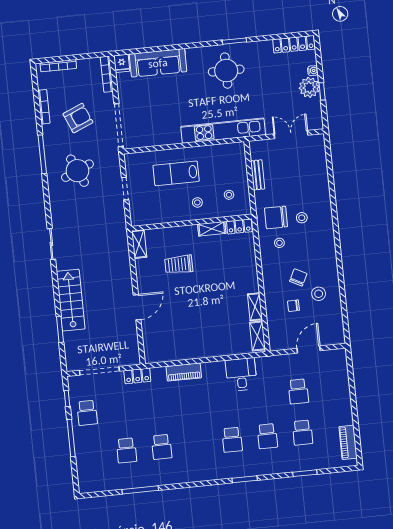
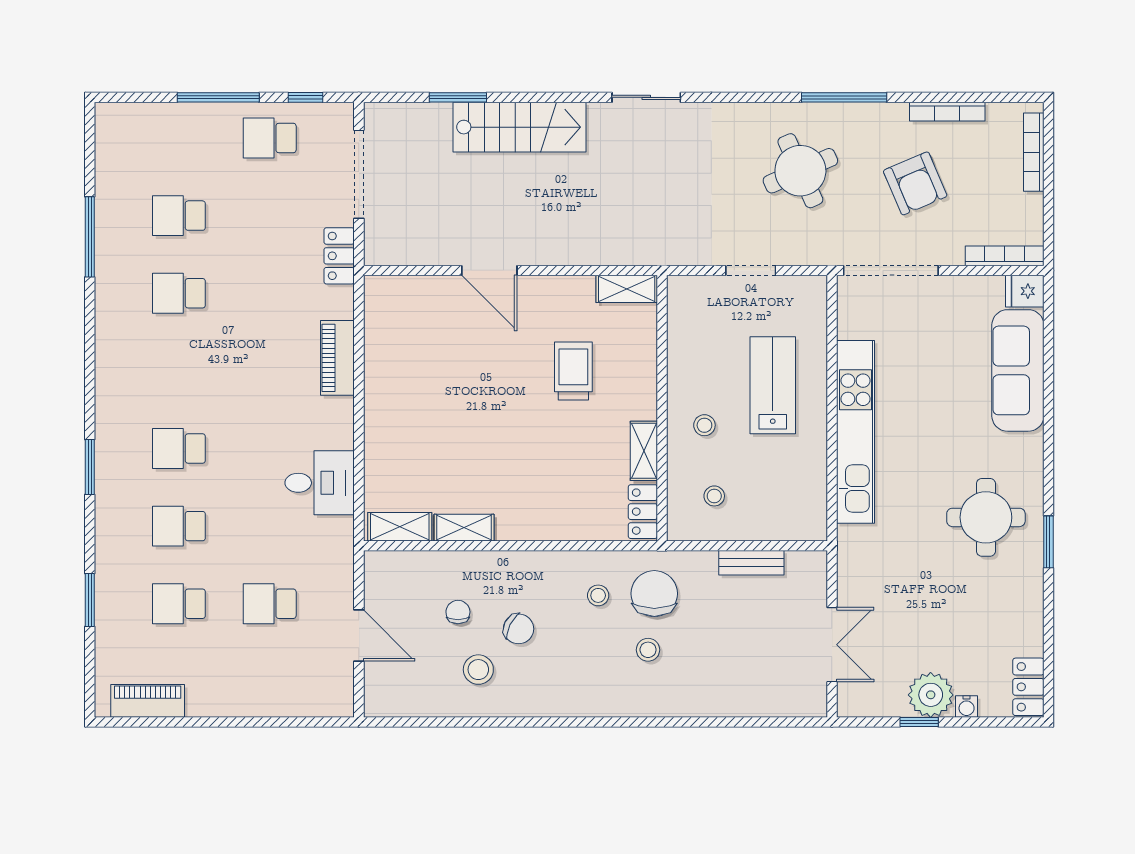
locker: (294, 44) -> (1028, 687), width x0.66
kitchen unit: (223, 131) -> (855, 432), moved

